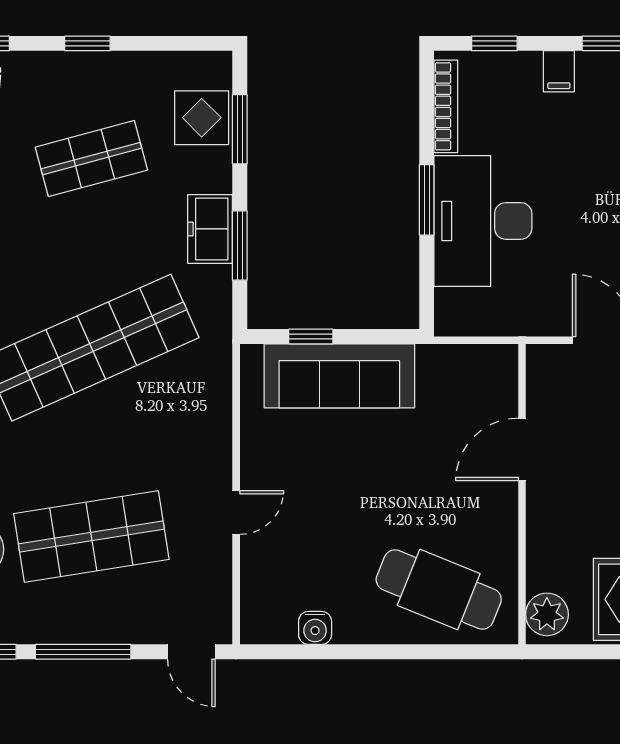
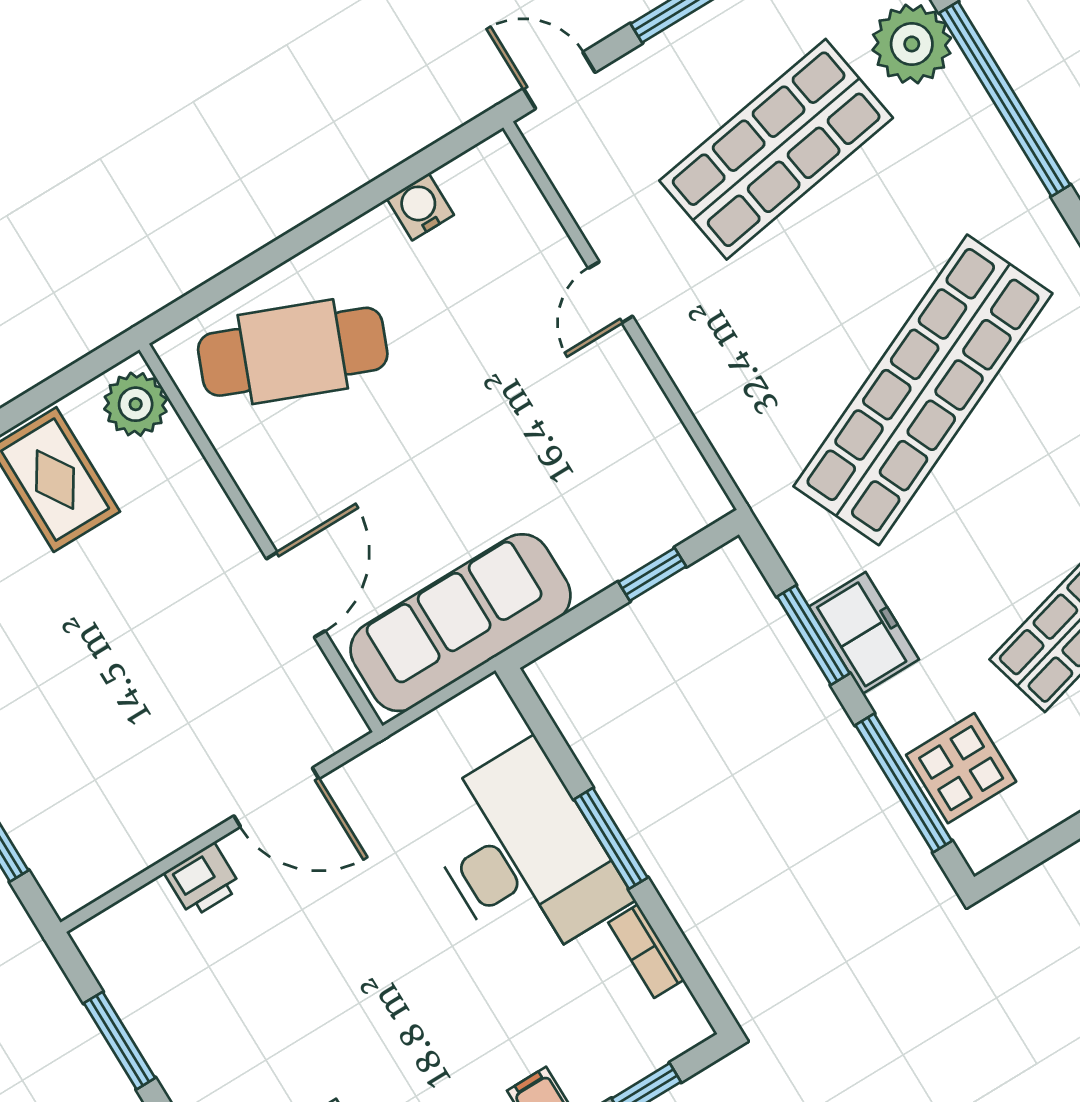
bookcase: (446, 106) -> (646, 951), width x0.64
window: (240, 129) -> (904, 783), width x1.44
sofa: (339, 376) -> (461, 623), moved

